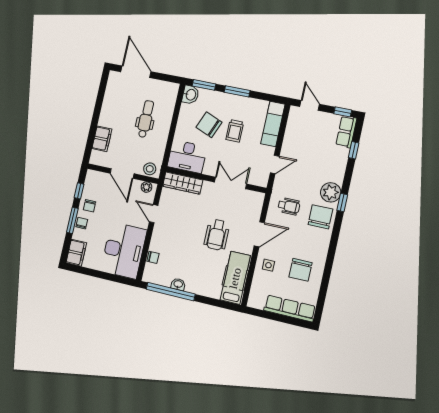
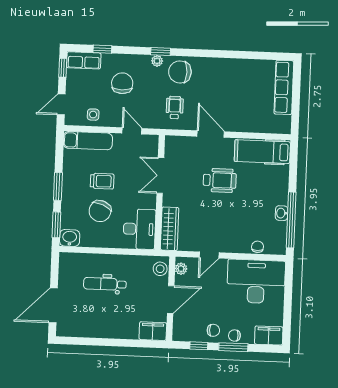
filing cabinet: (102, 139) -> (153, 331), moved
plant: (331, 192) -> (157, 61), width x0.53, depth x0.53
side table: (268, 265) -> (93, 115), moved
chair: (300, 270) -> (122, 83), moved, turned -90

